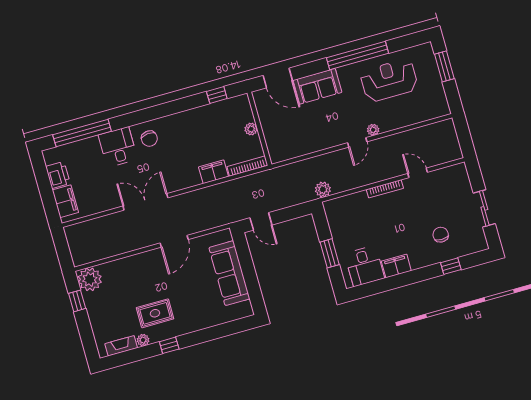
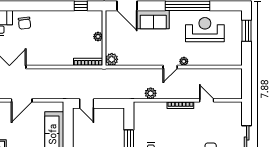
plant: (277, 154) -> (112, 59), added
filing cabinet: (213, 172) -> (63, 59), removed
plant: (323, 189) -> (151, 93), moved

